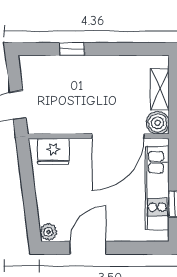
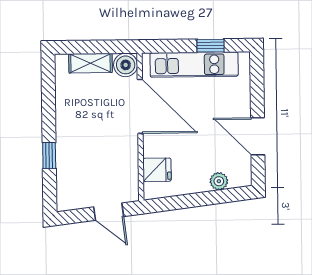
fridge: (53, 152) -> (157, 170), width x0.72
plant: (48, 232) -> (219, 181), moved

